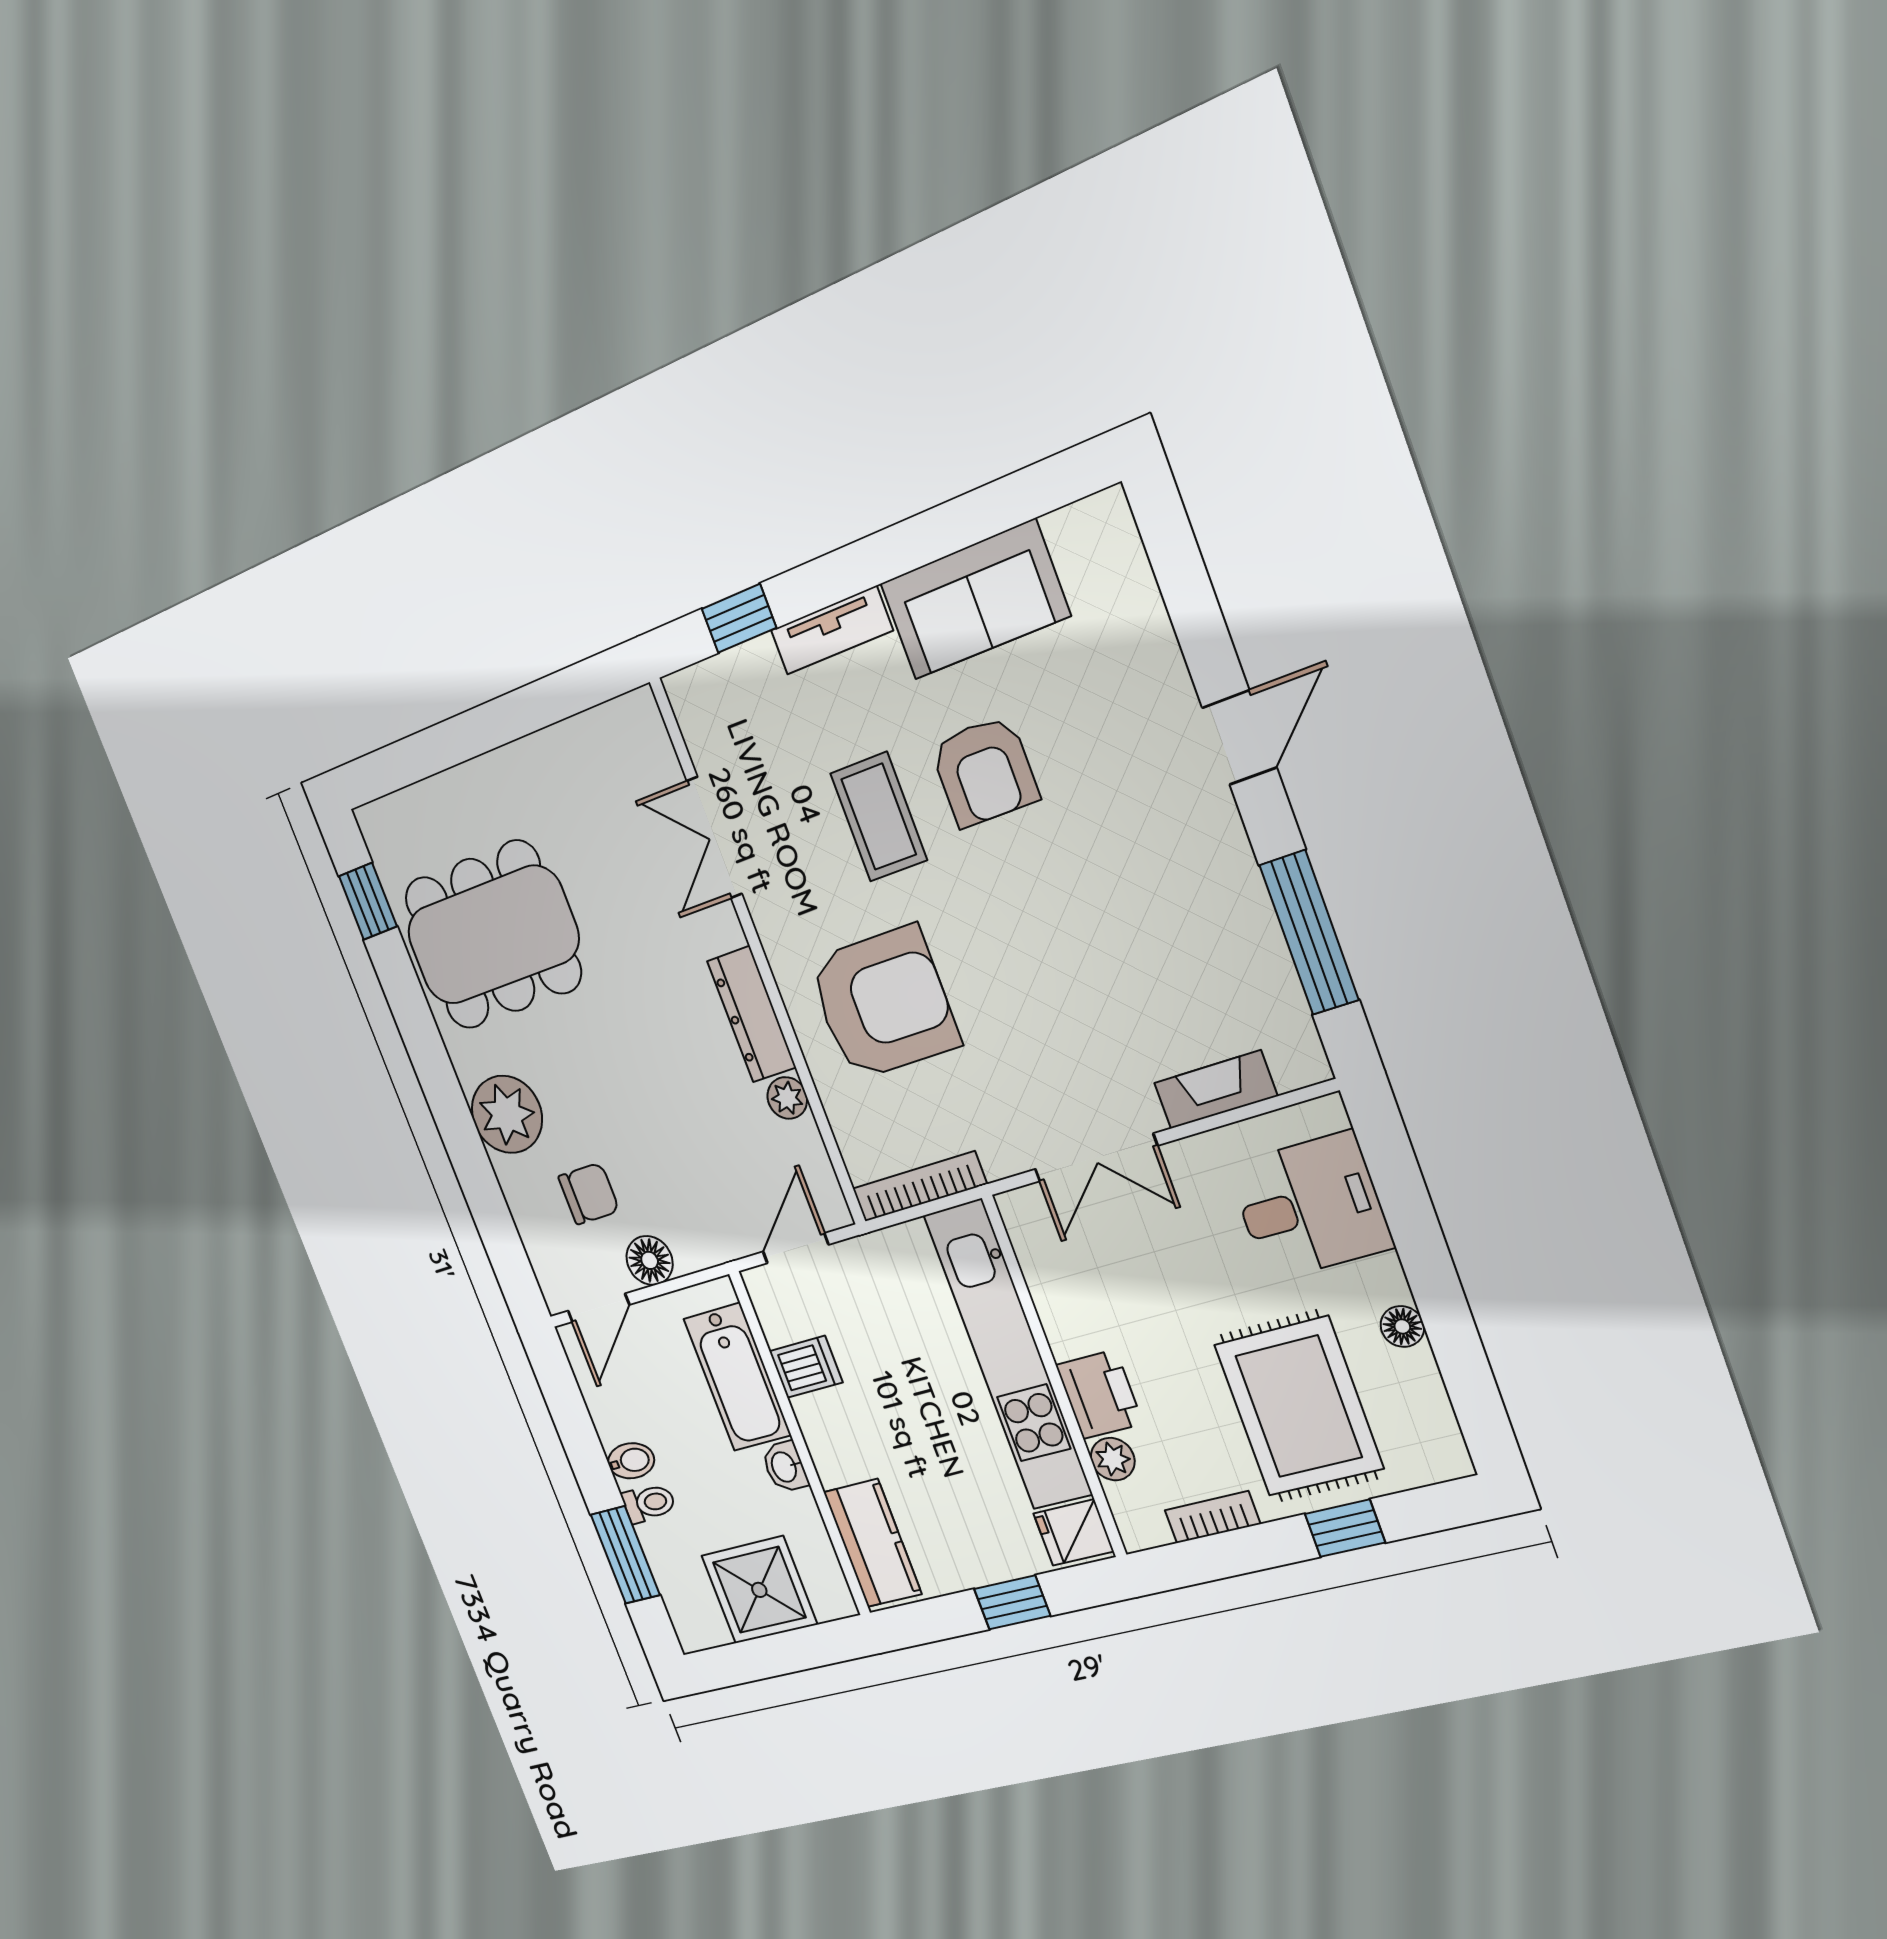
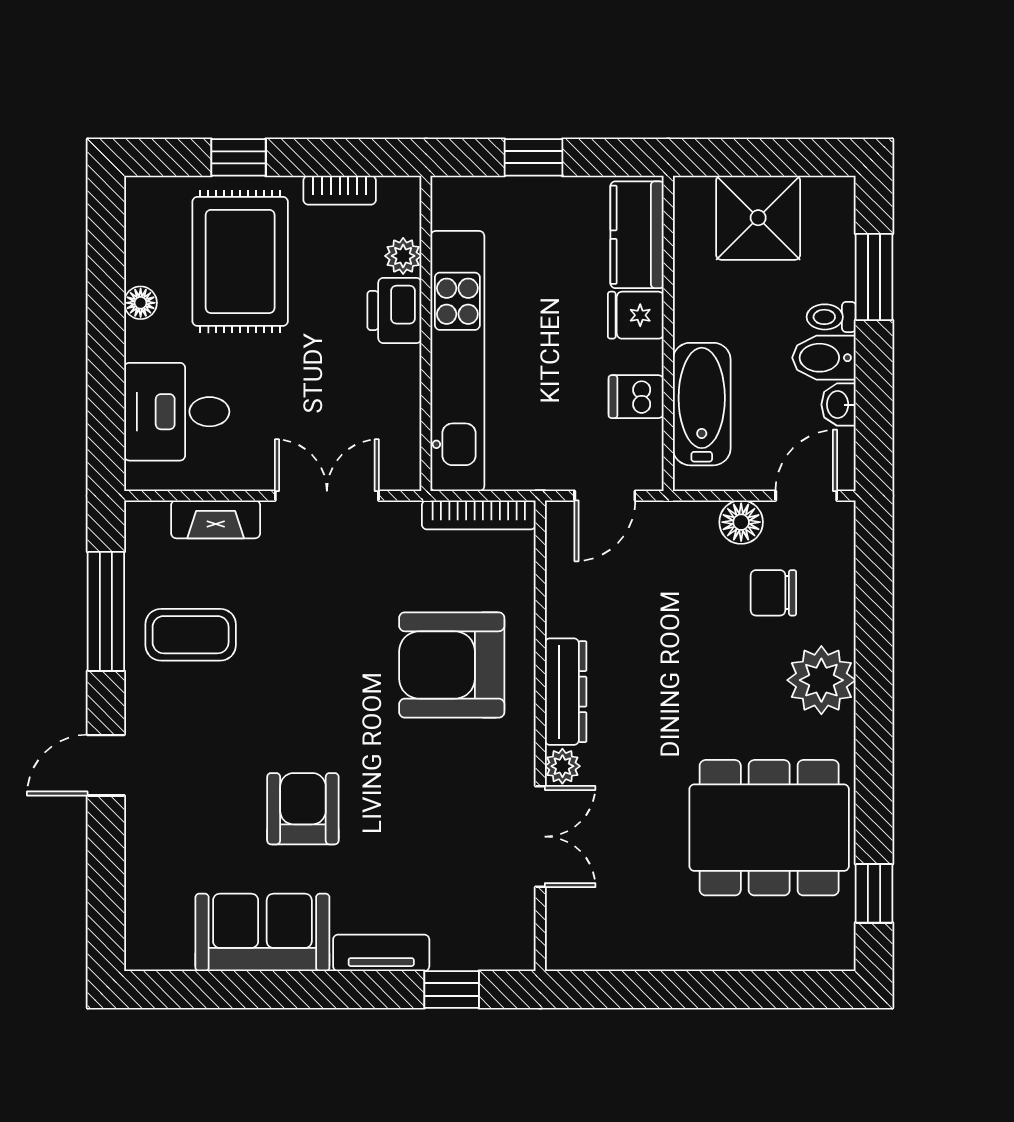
coffee table: (879, 817) -> (191, 635), moved, turned 90
plant: (787, 1098) -> (562, 766), moved
bidet: (631, 1461) -> (824, 358), width x1.38, depth x1.36
washbasin: (785, 1467) -> (839, 405), moved, turned 180
fridge: (1074, 1532) -> (636, 315), moved, turned 180

